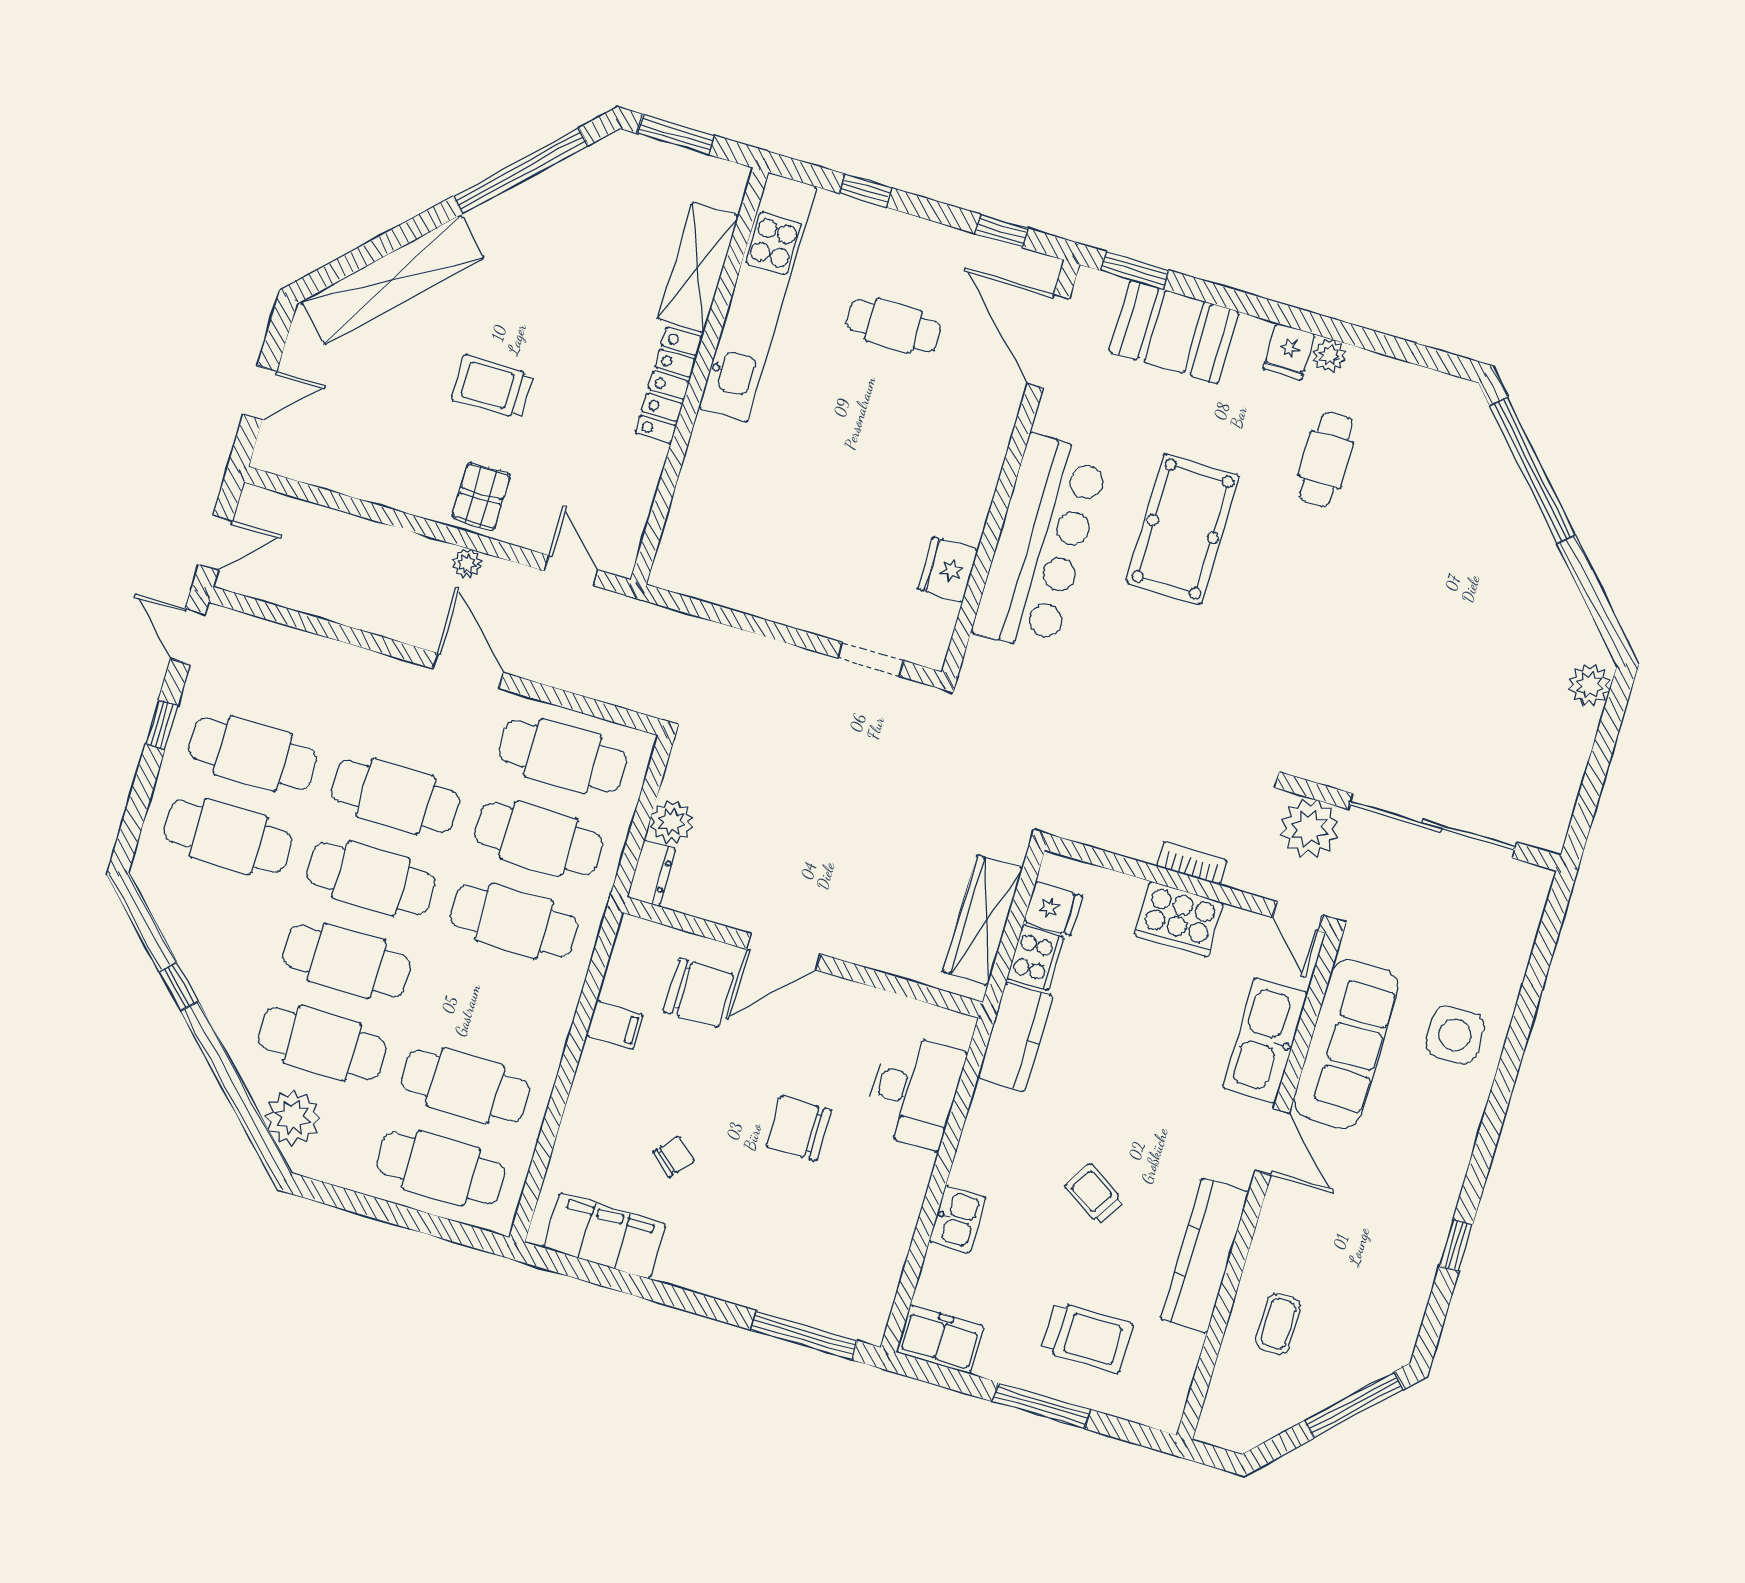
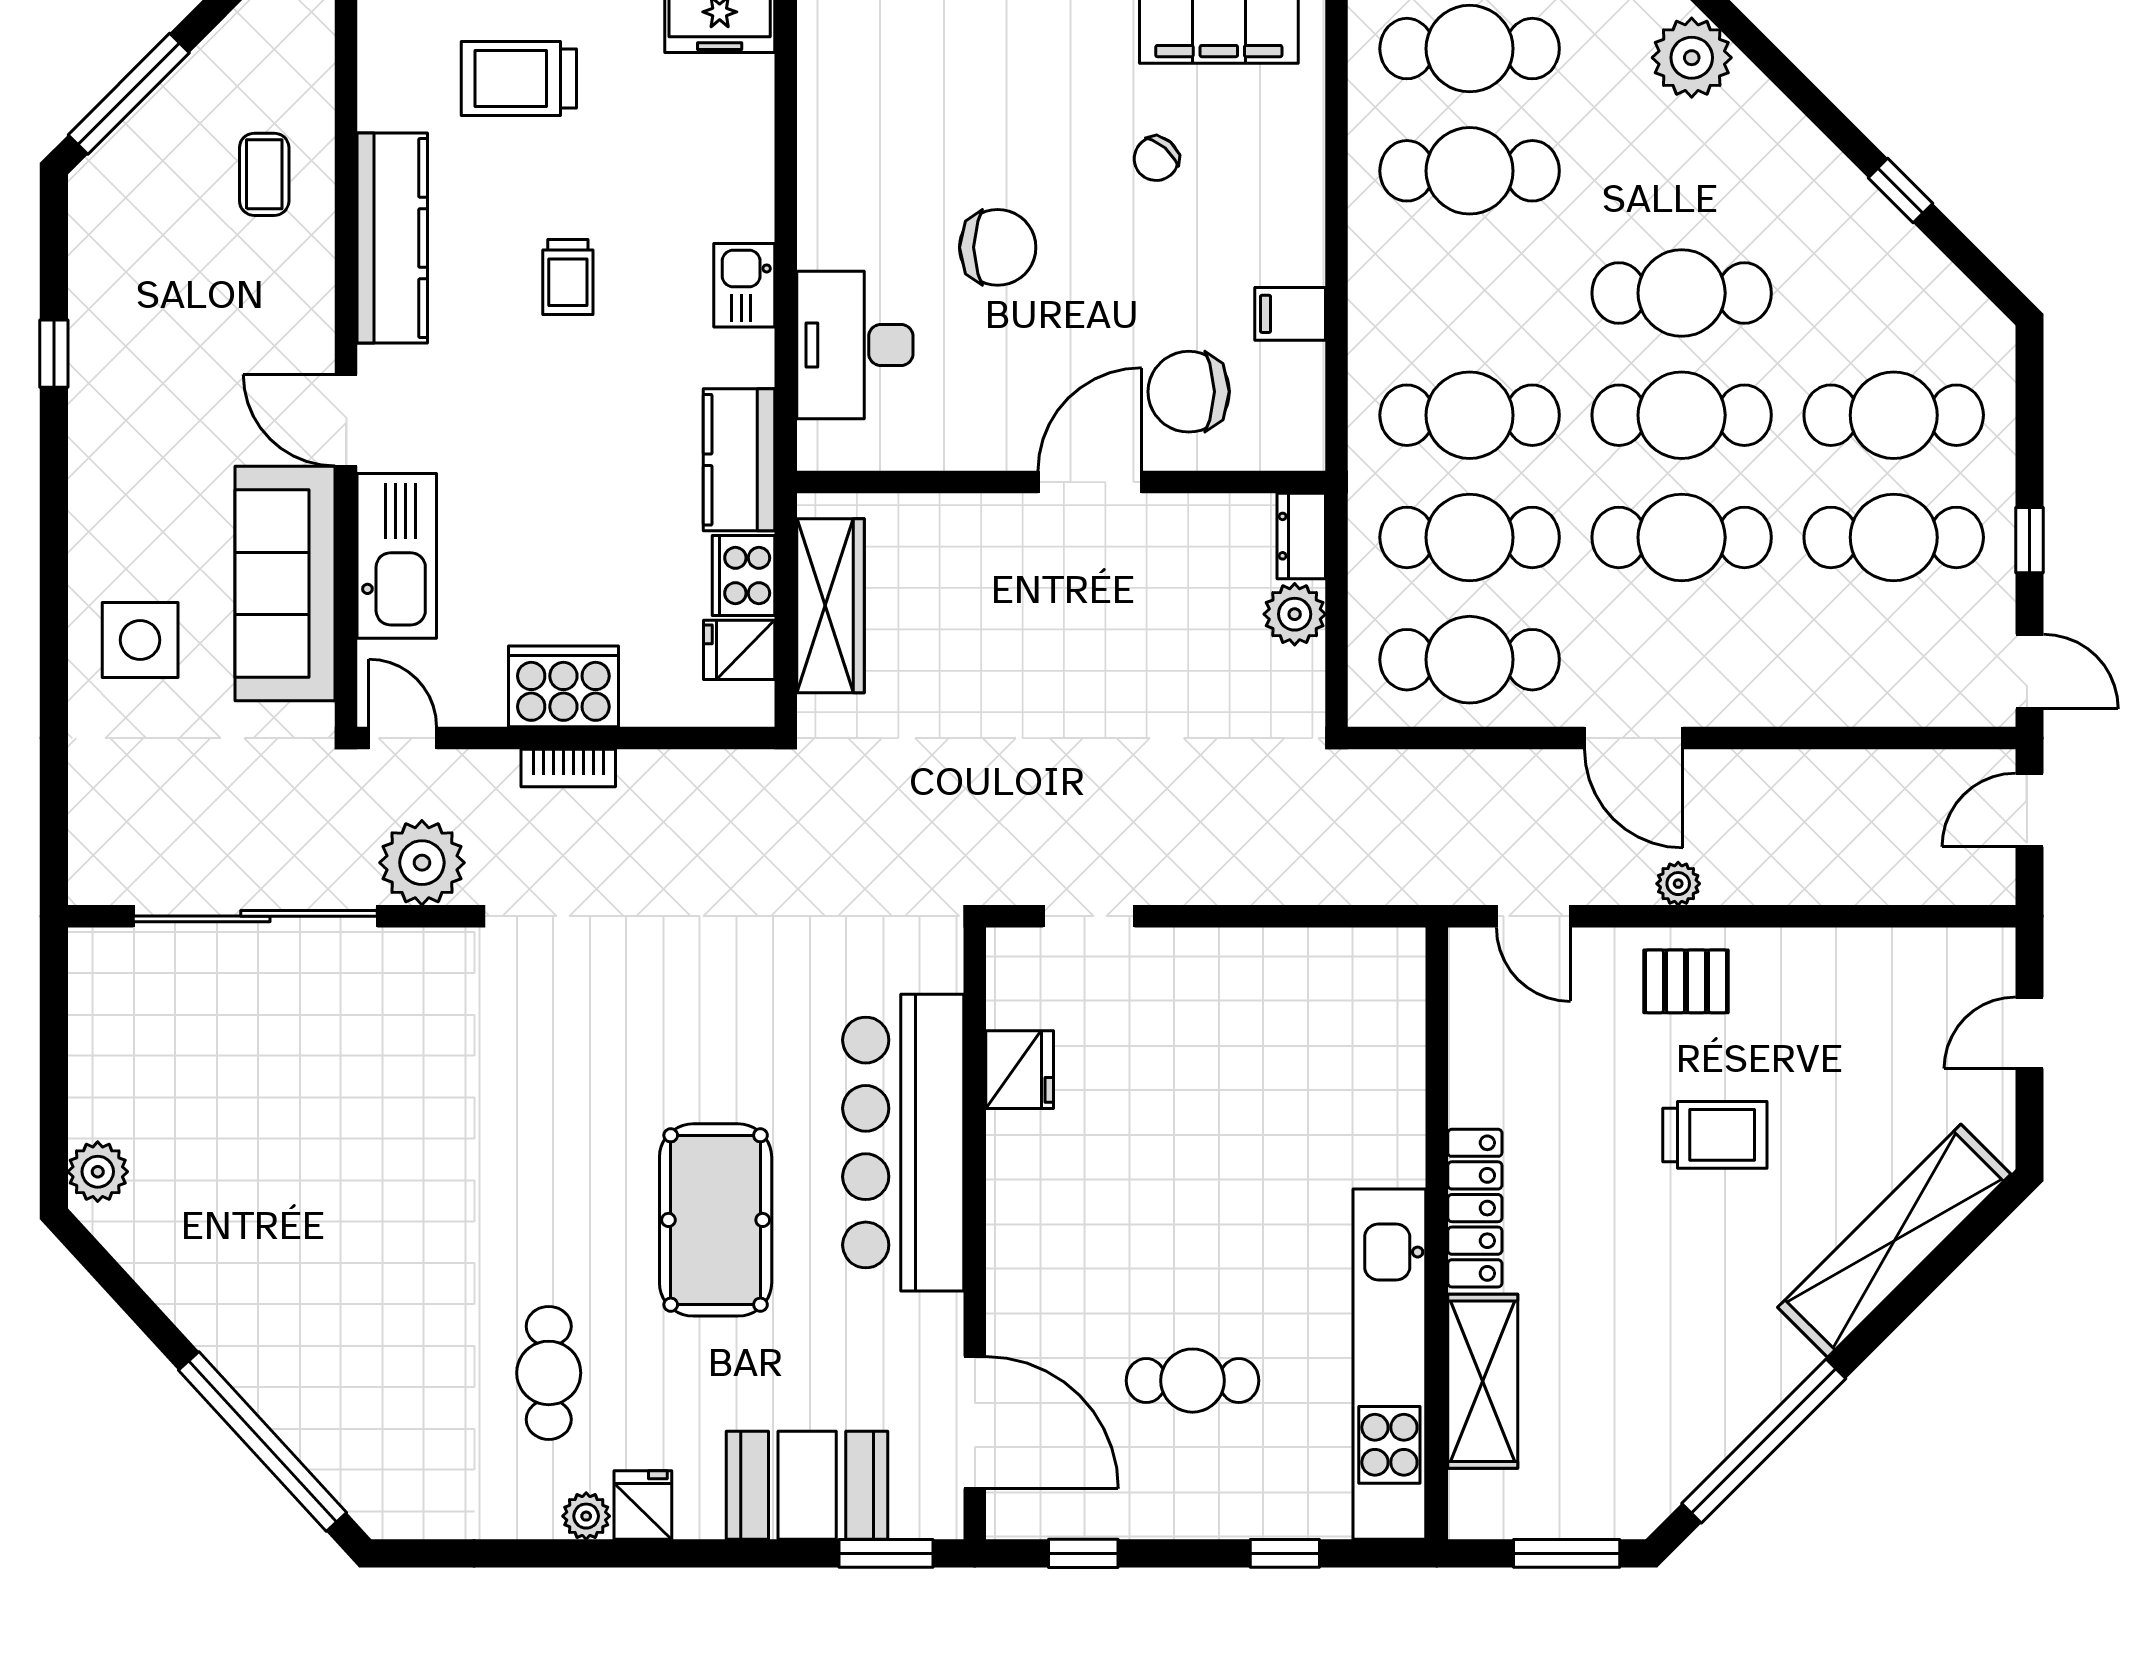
pallet: (481, 496) -> (1686, 981), turned 90
cafe table: (322, 1043) -> (1682, 171), removed
trolley: (1094, 1194) -> (568, 277), turned 58
kitchen sink: (958, 1219) -> (744, 285), moved

